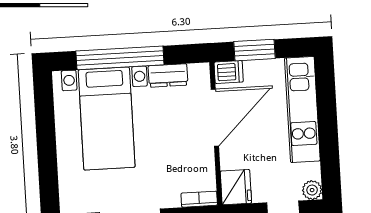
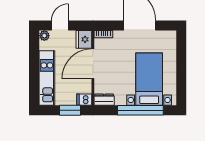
dresser: (168, 75) -> (104, 100), moved
door: (215, 118) -> (93, 64), moved

